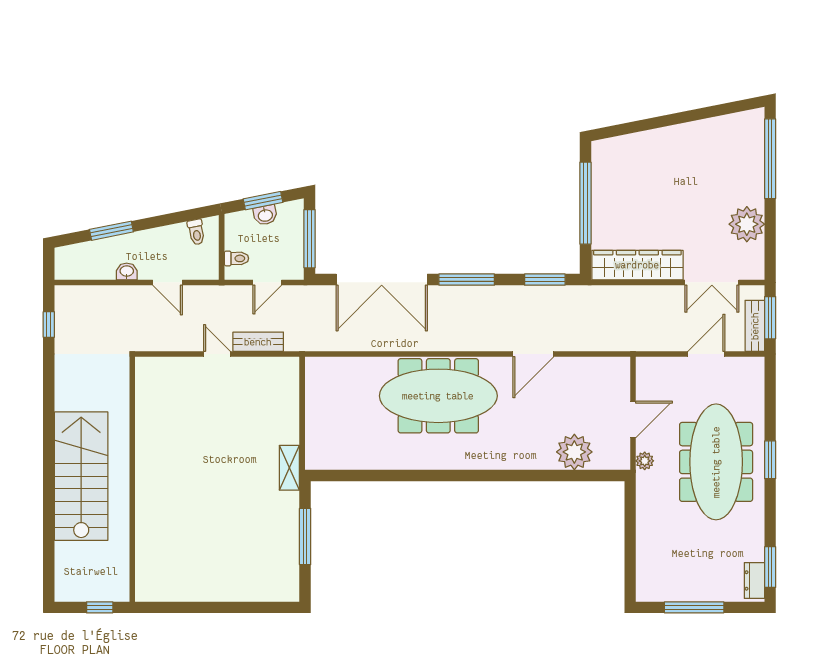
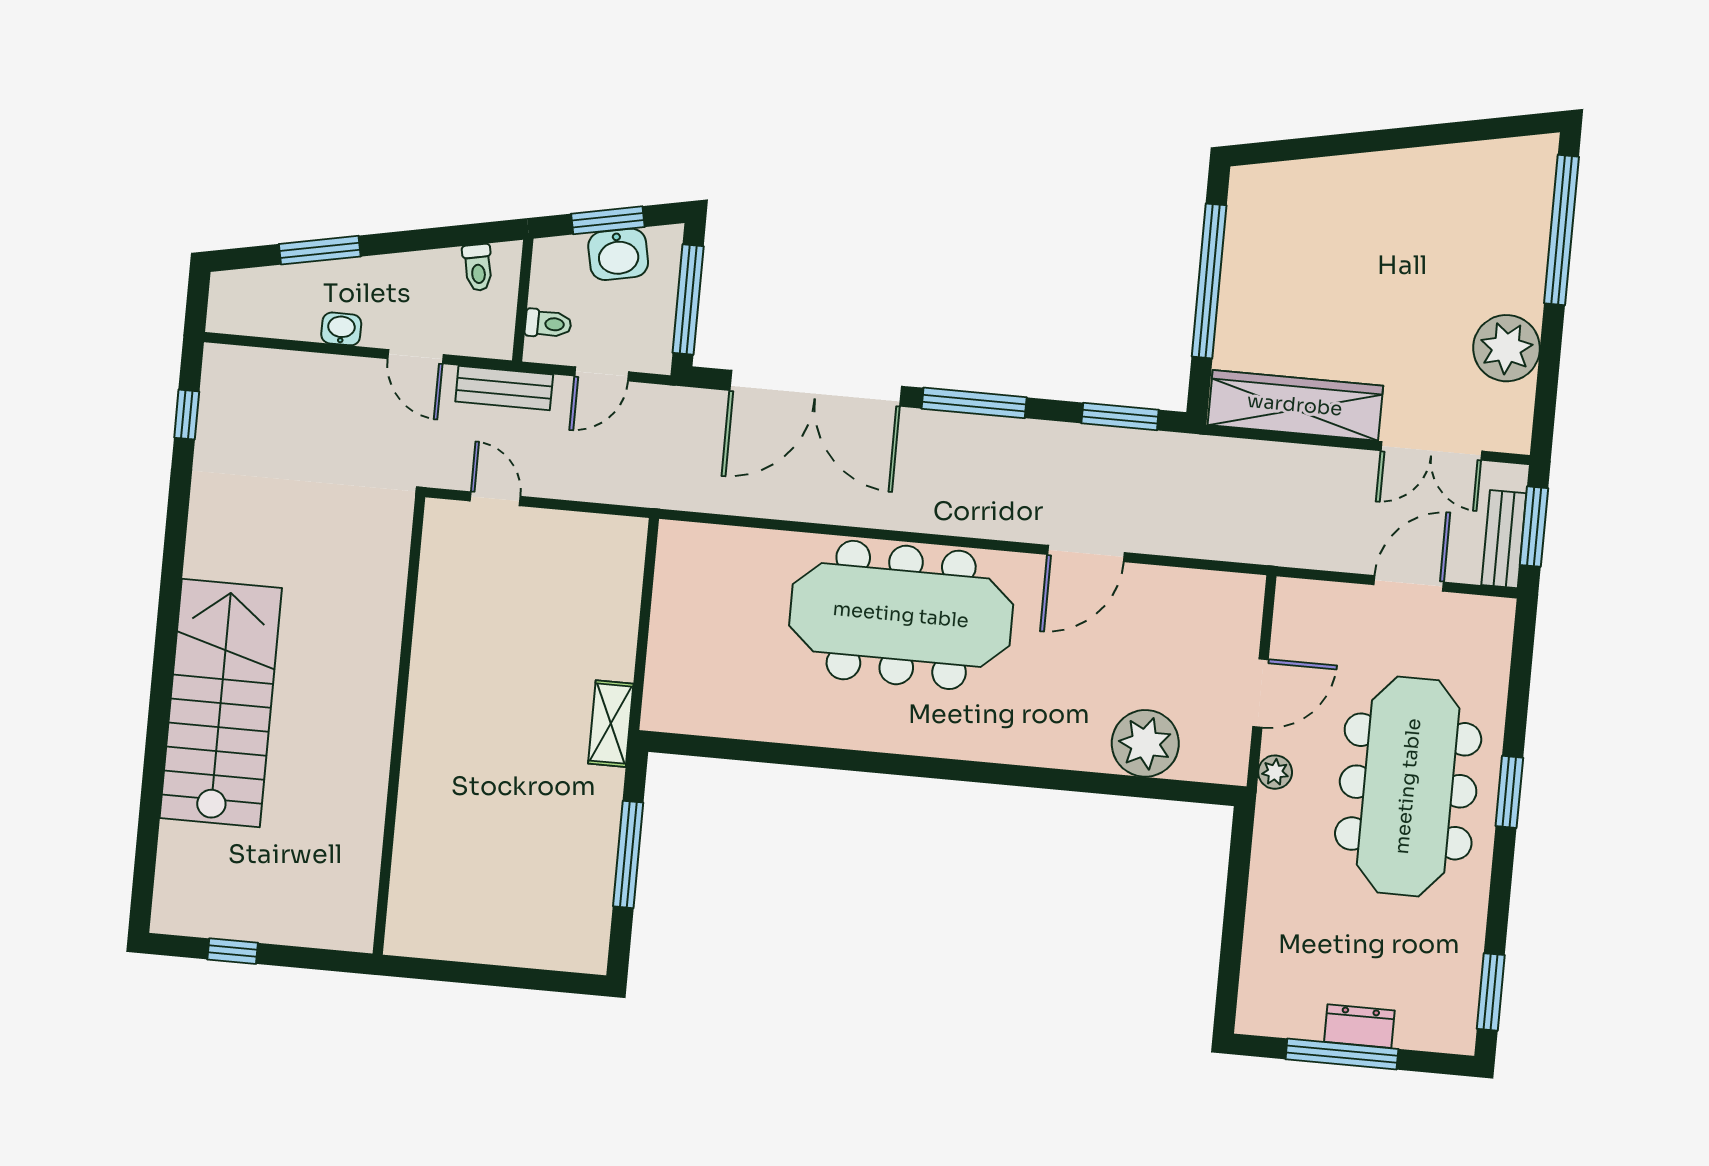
washbasin: (265, 215) -> (618, 254), width x1.38, depth x1.45
bench: (258, 342) -> (504, 388), moved
wall: (132, 479) -> (399, 725), moved
dresser: (754, 580) -> (1359, 1026), moved, turned 90

